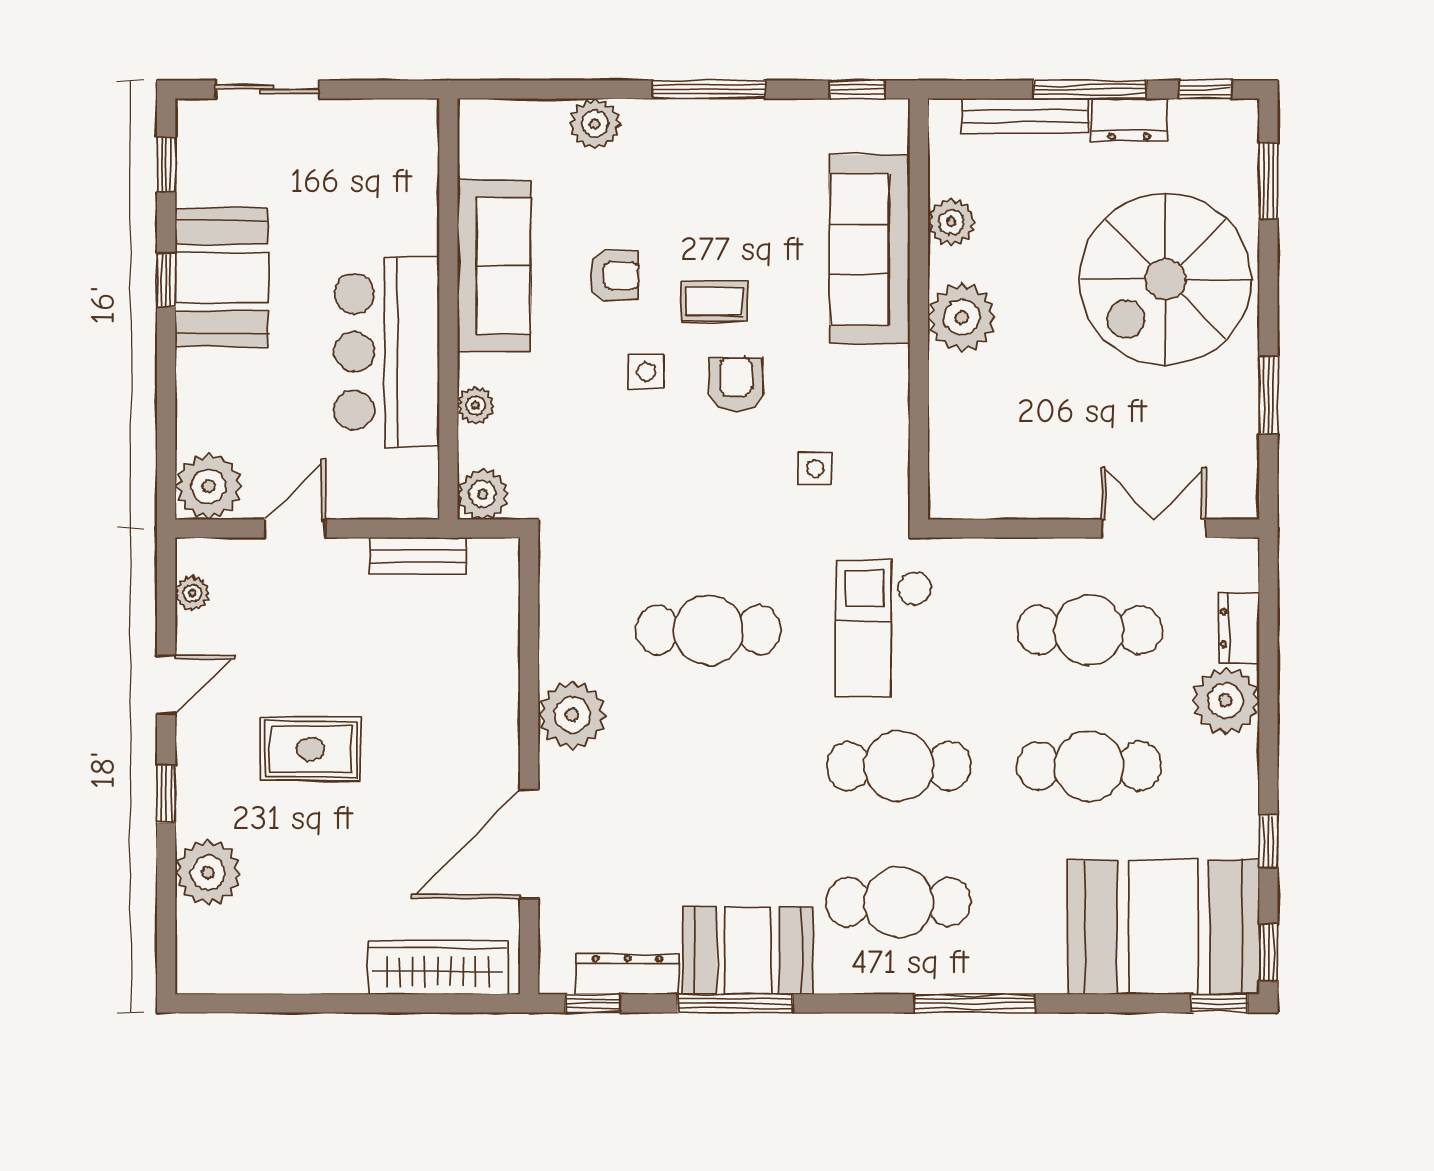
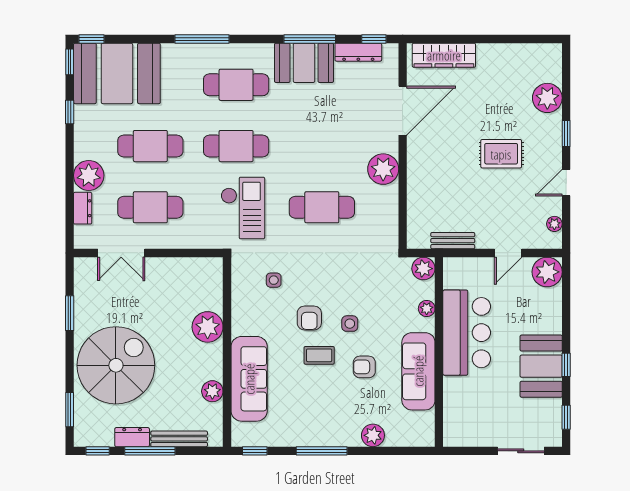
plant: (962, 317) -> (208, 327), moved

